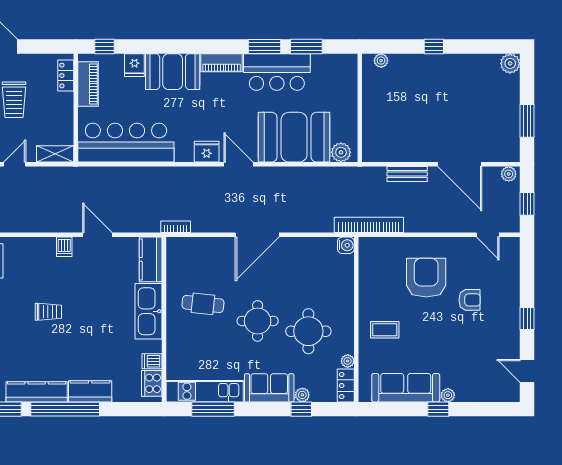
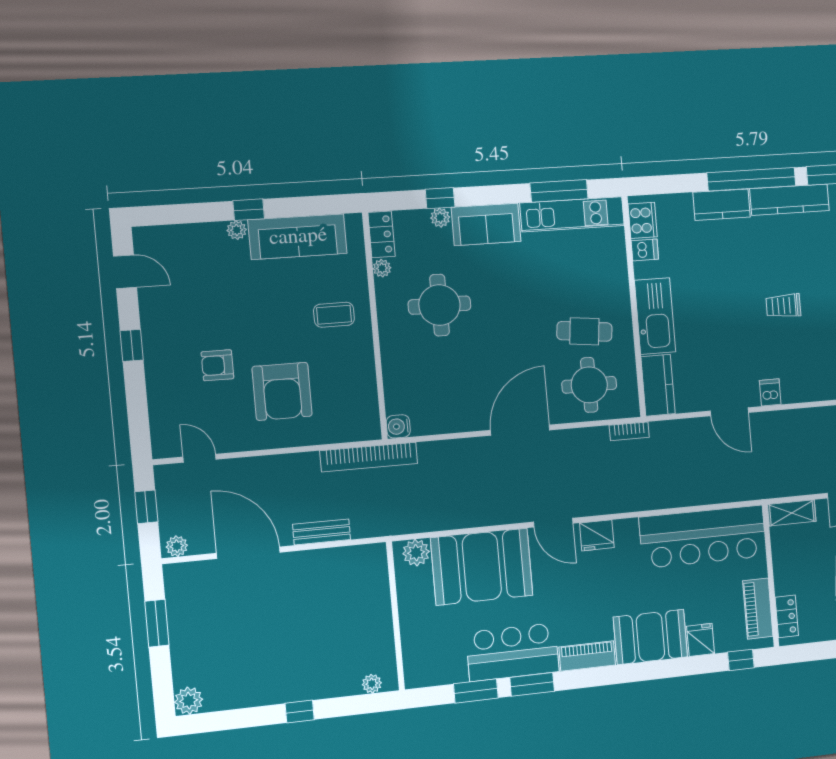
round table: (258, 321) -> (589, 385), moved

